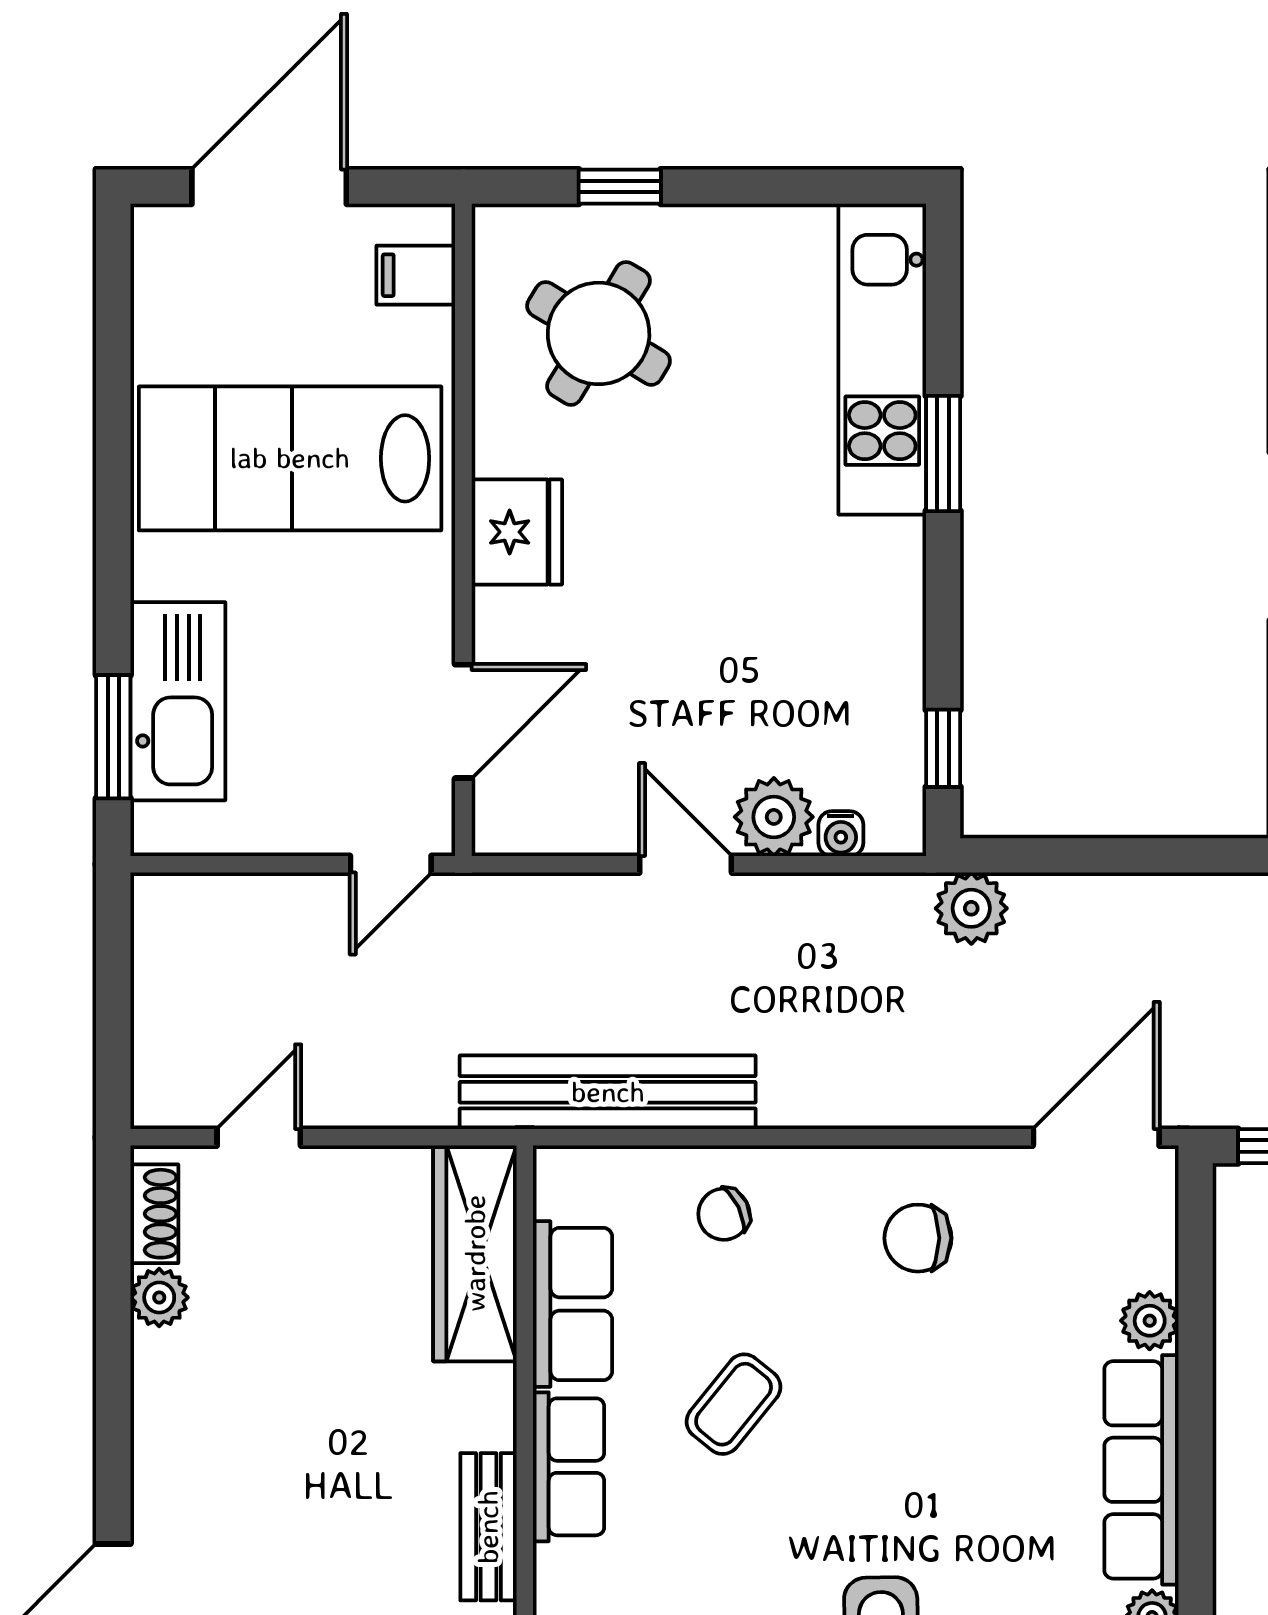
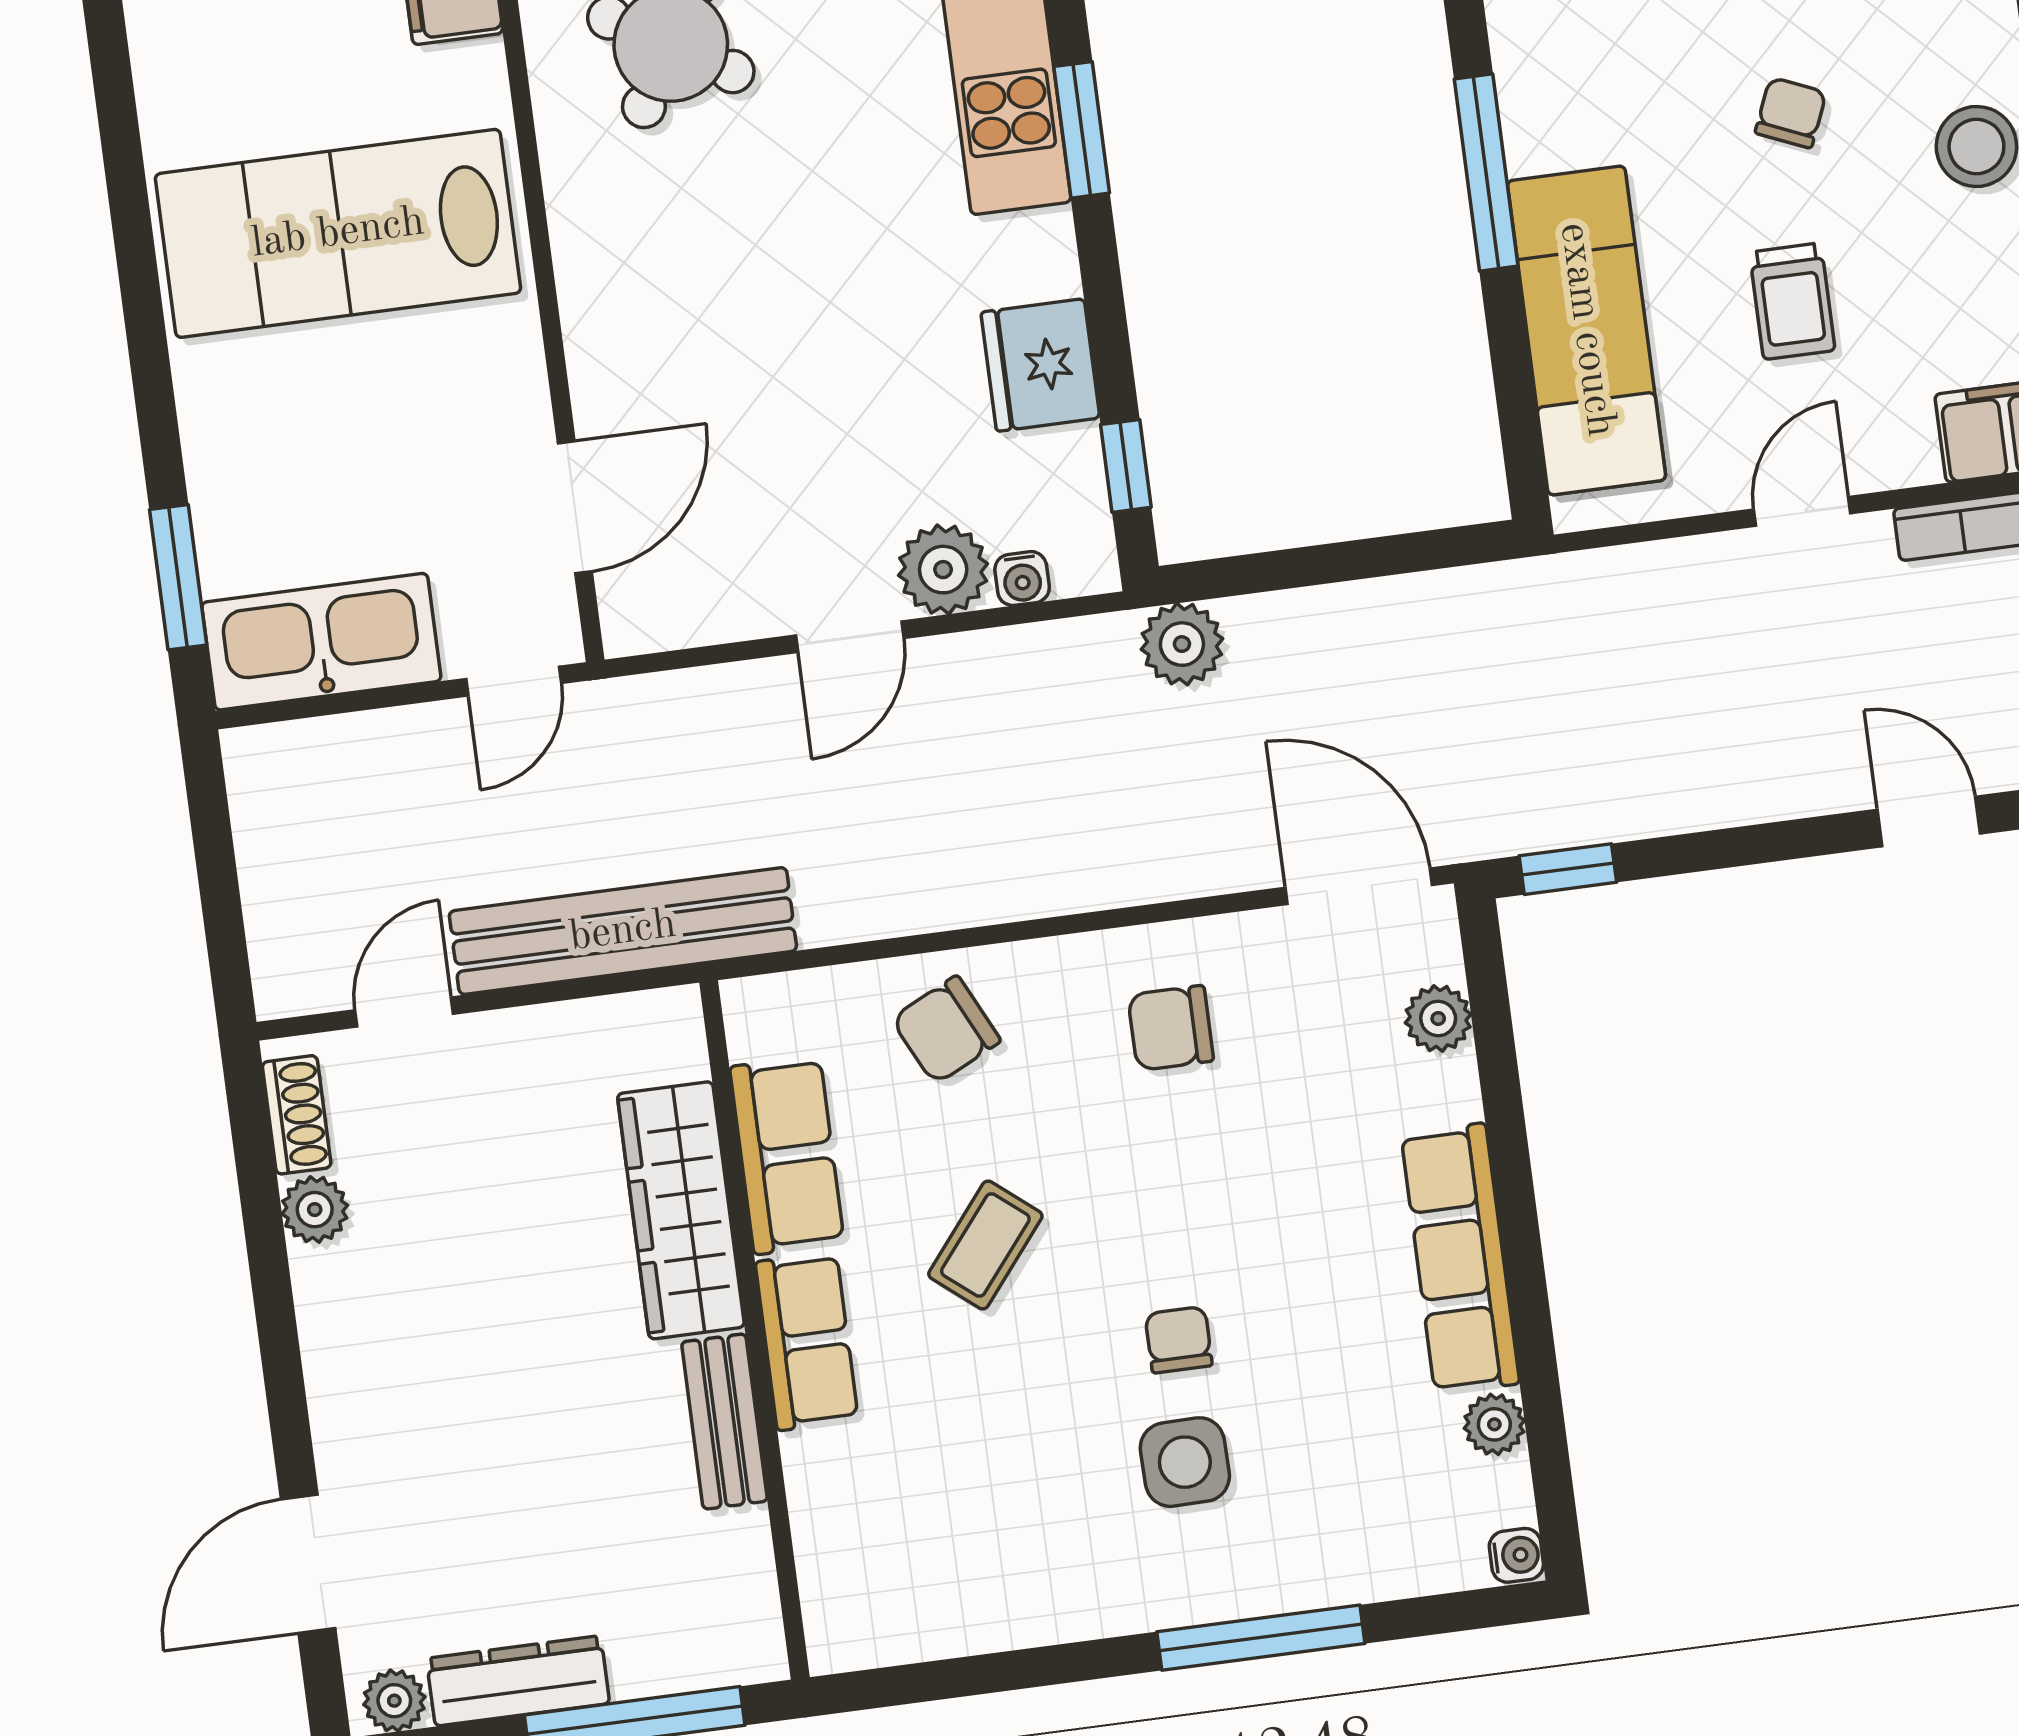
fridge: (517, 532) -> (1040, 365), moved, turned 180
kitchen sink: (178, 701) -> (321, 642), moved, turned -90
door: (686, 864) -> (850, 637), swing flipped
bench: (608, 1092) -> (623, 931), moved
door: (1096, 1137) -> (1359, 886), hinge flipped
chair: (724, 1214) -> (946, 1030), width x1.37, depth x1.37
wardrobe: (475, 1253) -> (681, 1210), moved
plant: (1150, 1321) -> (1438, 1018), moved
chair: (889, 1508) -> (1179, 1340), added

